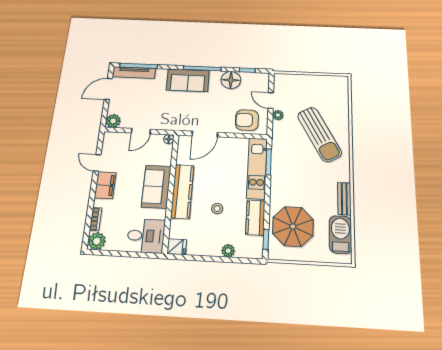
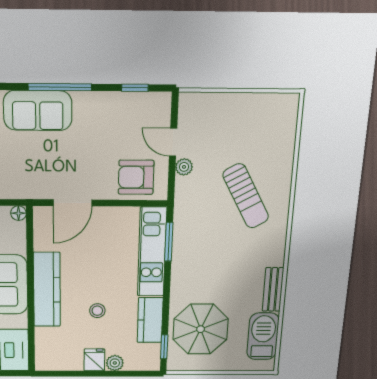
floor lamp: (231, 80) -> (108, 108), removed
sun lounger: (319, 134) -> (246, 196), width x0.73, depth x0.75
fridge: (177, 247) -> (94, 360), moved, turned -90

